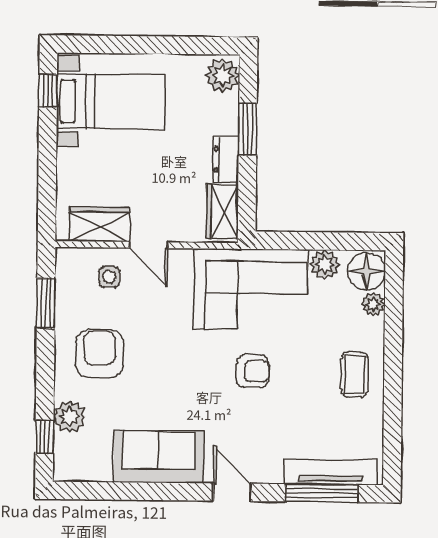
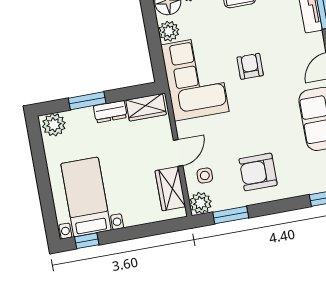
plant: (69, 417) -> (200, 203), moved

